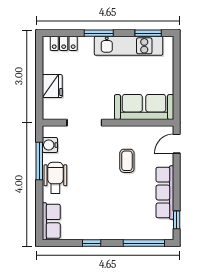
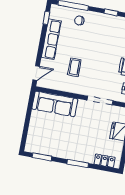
kitchen unit: (129, 46) -> (58, 150), removed
chair: (132, 224) -> (79, 21), added

